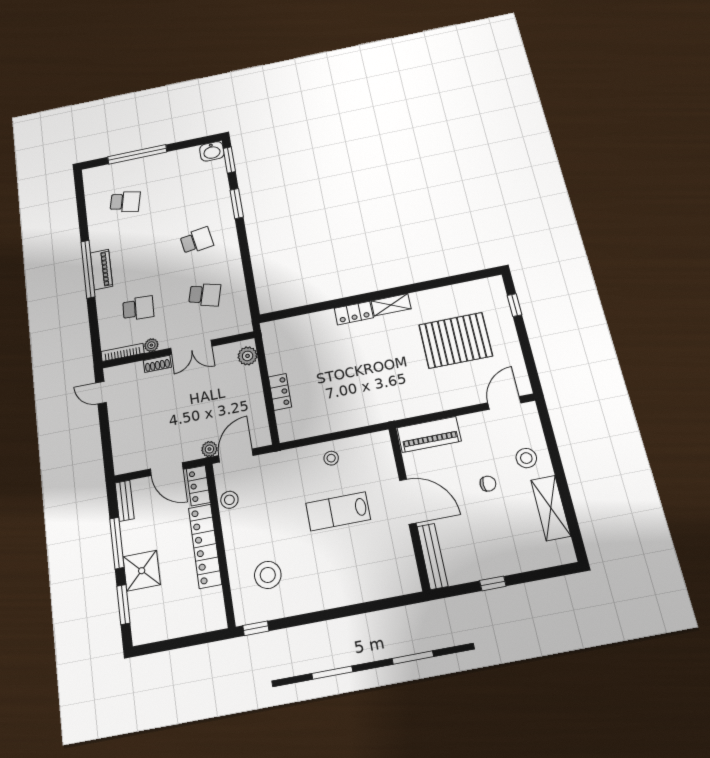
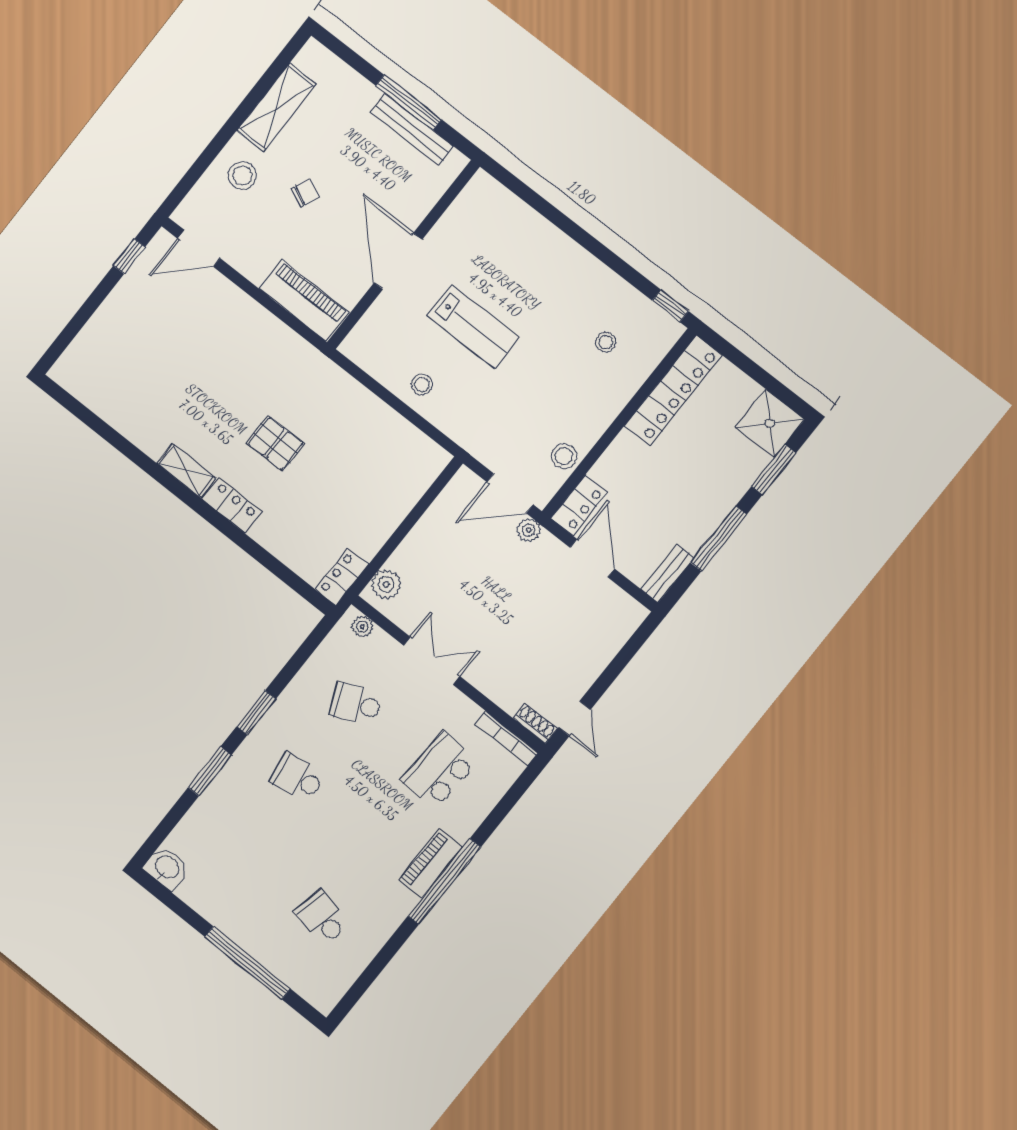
window: (229, 160) -> (256, 713), moved
school desk: (205, 295) -> (356, 704), turned -39
window: (515, 305) -> (129, 256), moved
school desk: (138, 308) -> (439, 770), width x1.85
pallet: (456, 340) -> (276, 444), moved, width x0.49, depth x0.50
plant: (151, 345) -> (362, 626), moved
shoe rack: (157, 364) -> (535, 723), moved
locker: (280, 392) -> (342, 577), moved
chair: (488, 484) -> (305, 193), turned 115
locker: (205, 546) -> (673, 391), moved
bench: (432, 556) -> (412, 129), moved, turned 90
shower: (142, 571) -> (770, 423), moved
stool: (268, 575) -> (606, 342), width x0.53, depth x0.53
window: (493, 583) -> (409, 103), width x2.17

